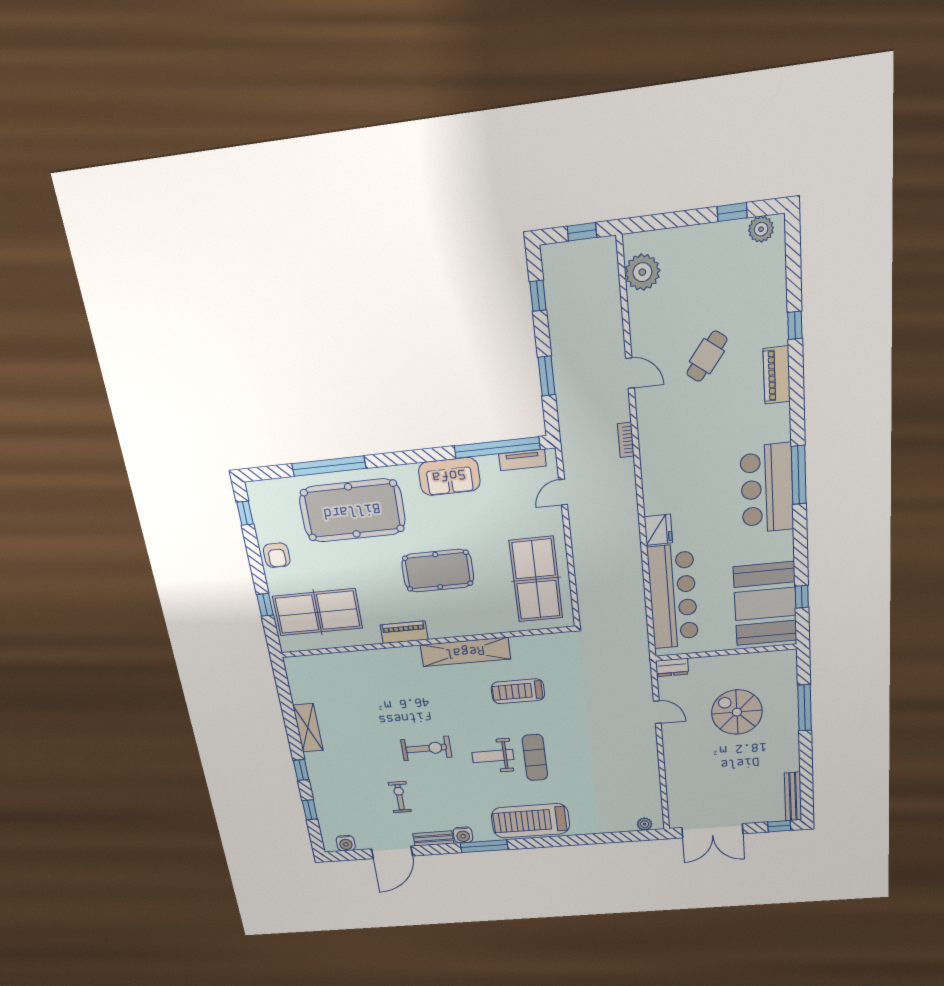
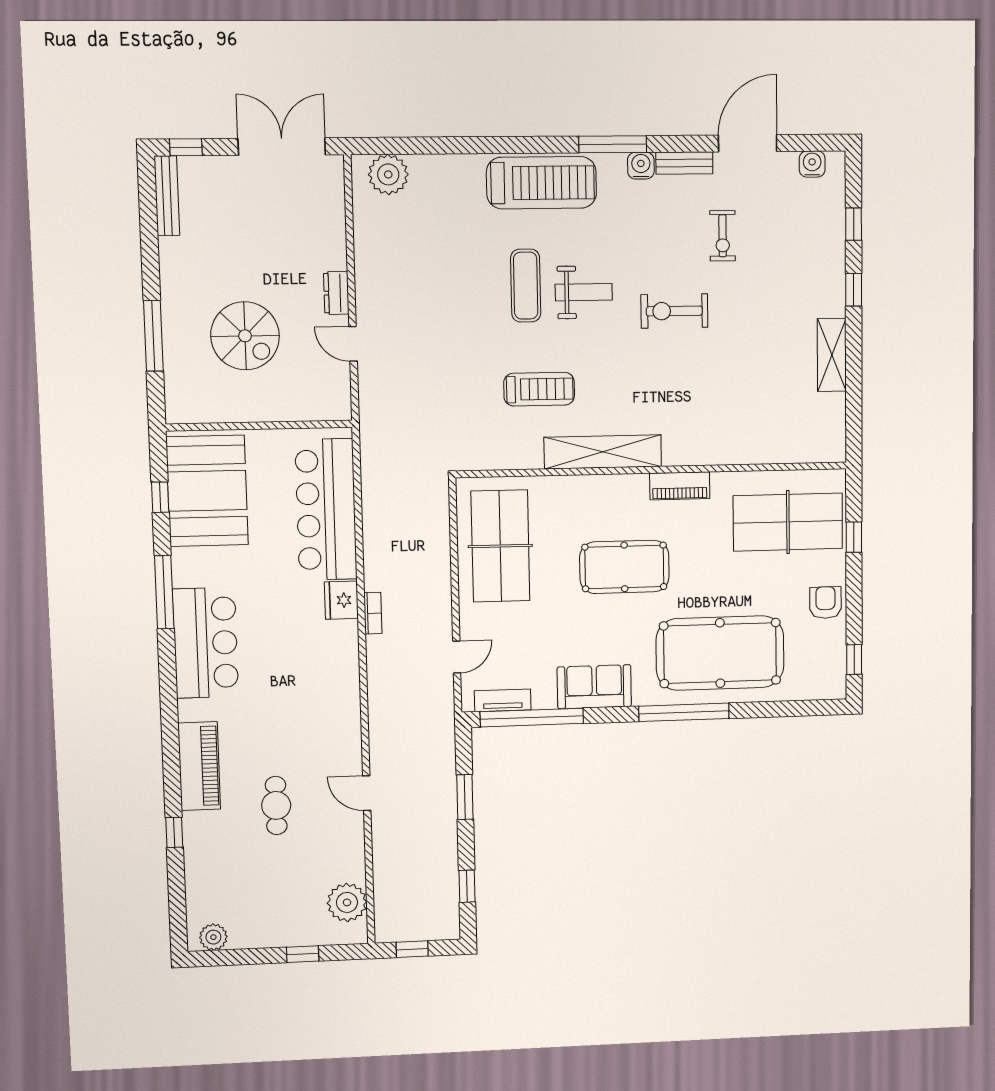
window: (732, 212) -> (303, 954), moved
cafe table: (707, 356) -> (276, 805), turned -37
piano: (777, 375) -> (199, 766), width x1.37, depth x1.33
bookcase: (626, 440) -> (373, 613), moved
window: (329, 466) -> (684, 712), moved
window: (799, 475) -> (164, 592), moved
dresser: (672, 667) -> (336, 293), moved, turned -90
plant: (645, 824) -> (388, 174), width x1.88, depth x1.88

